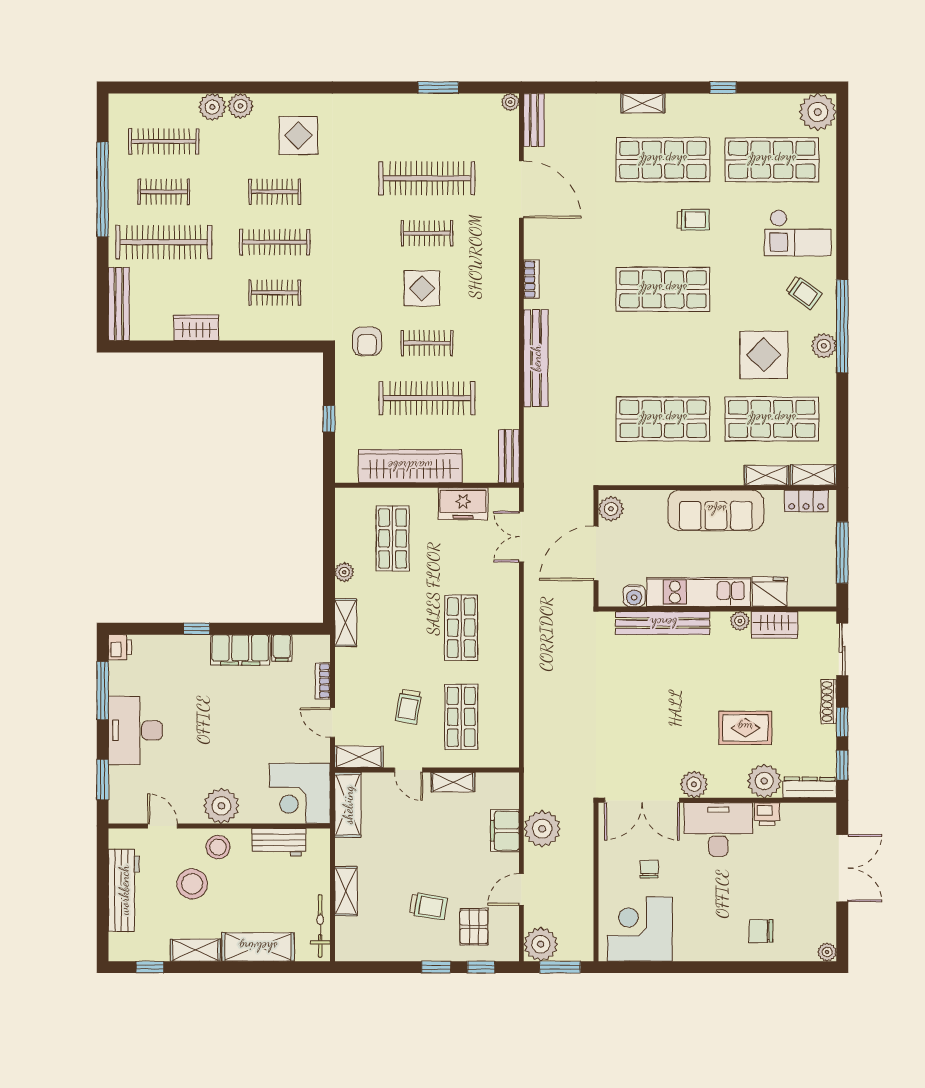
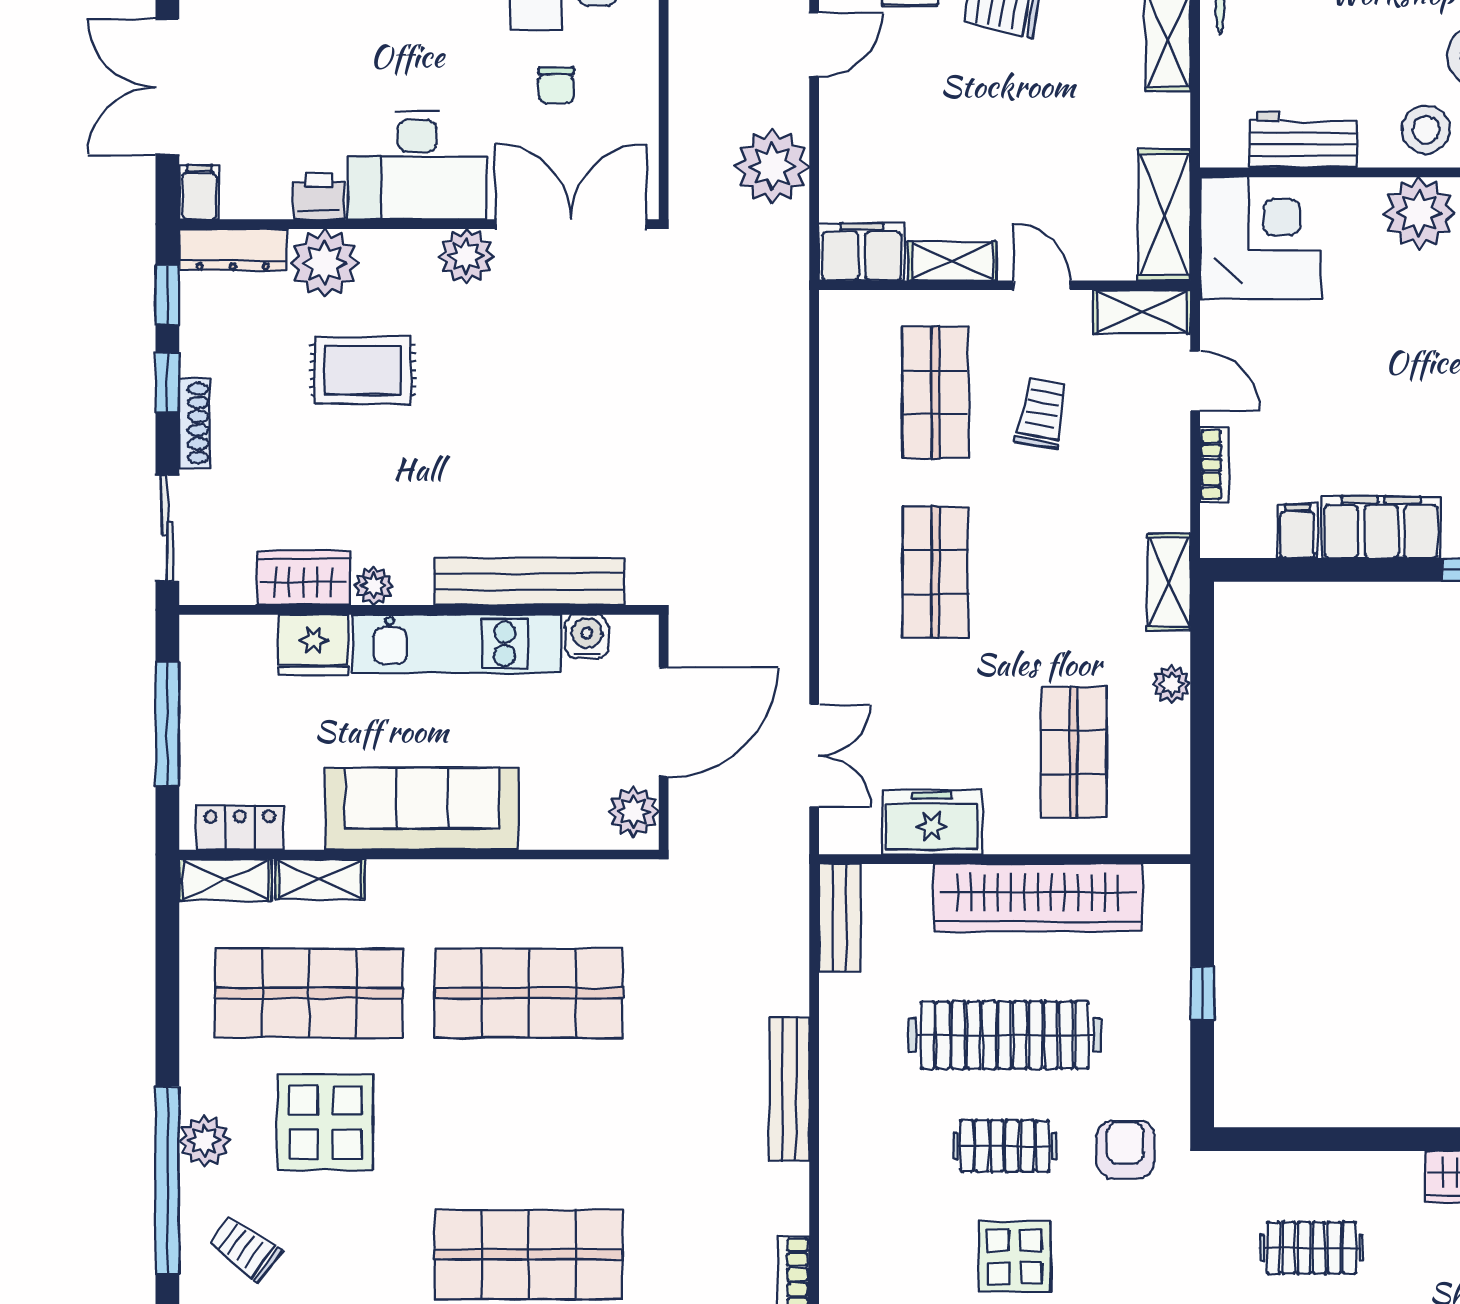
bench: (536, 358) -> (789, 1089), width x0.73, depth x0.82
filing cabinet: (826, 816) -> (199, 192), added
filing cabinet: (505, 831) -> (862, 252), moved, turned -90

